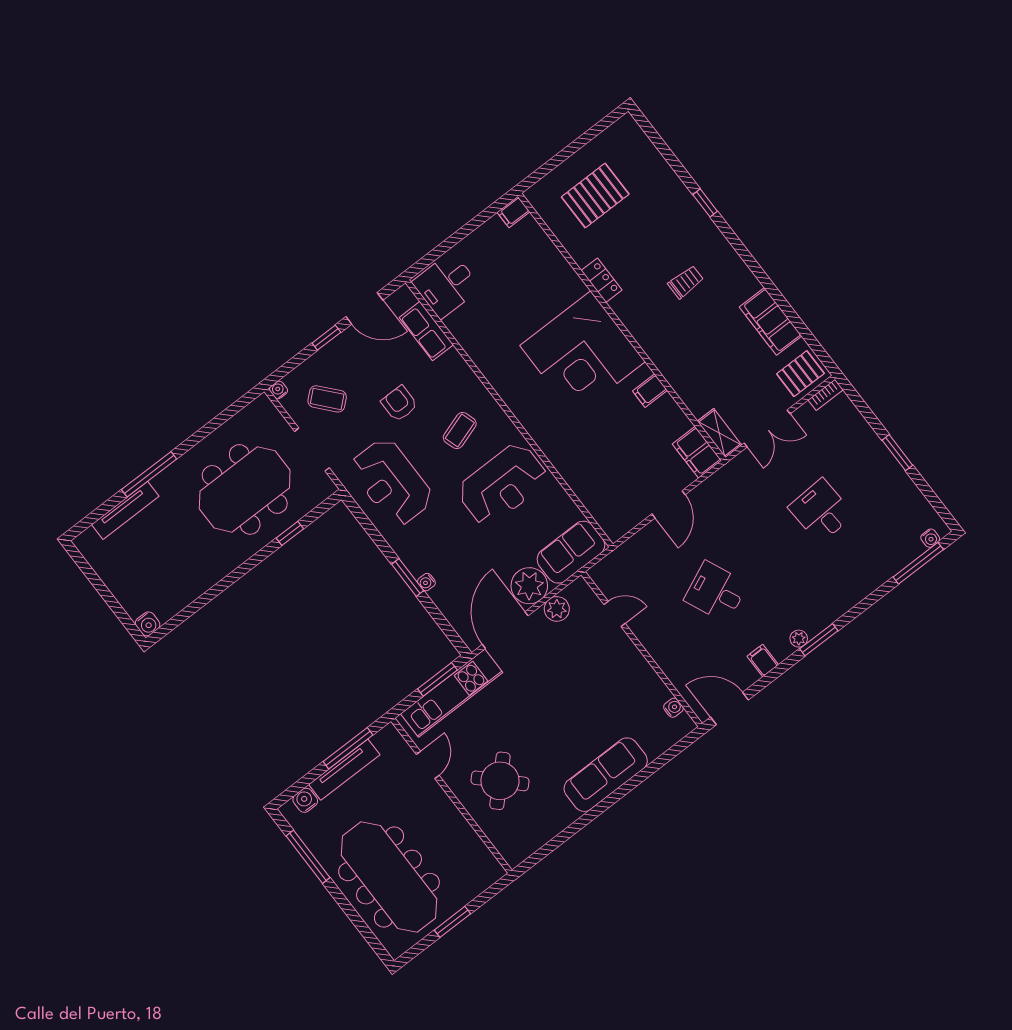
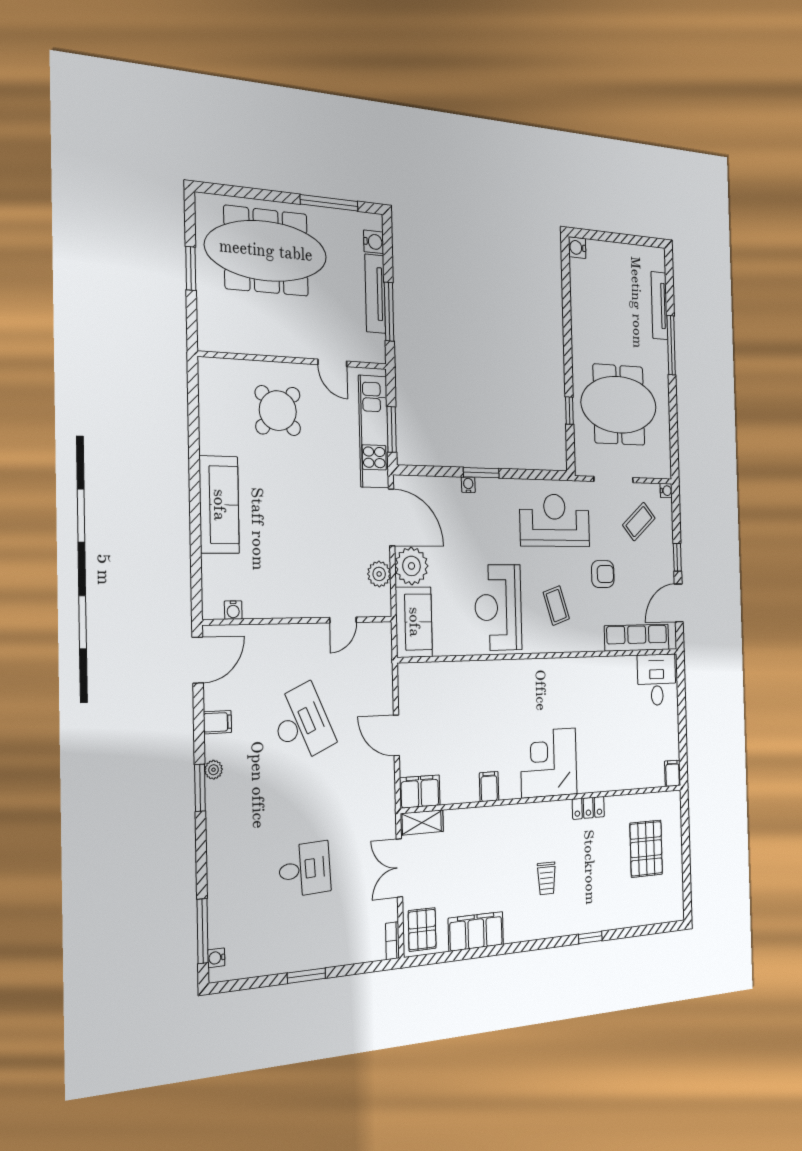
row of seats: (426, 331) -> (637, 638), width x1.48
corner desk: (583, 354) -> (549, 763), width x0.74, depth x0.74
meeting table: (245, 489) -> (619, 405), turned 90
desk: (716, 592) -> (302, 723), width x1.37

